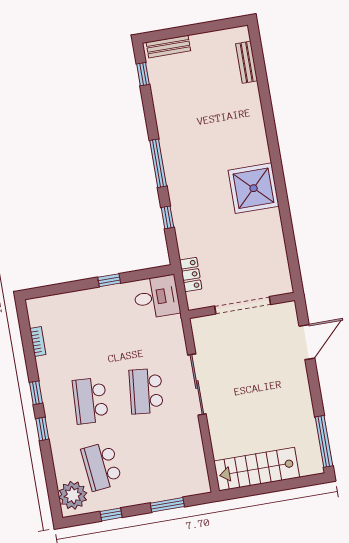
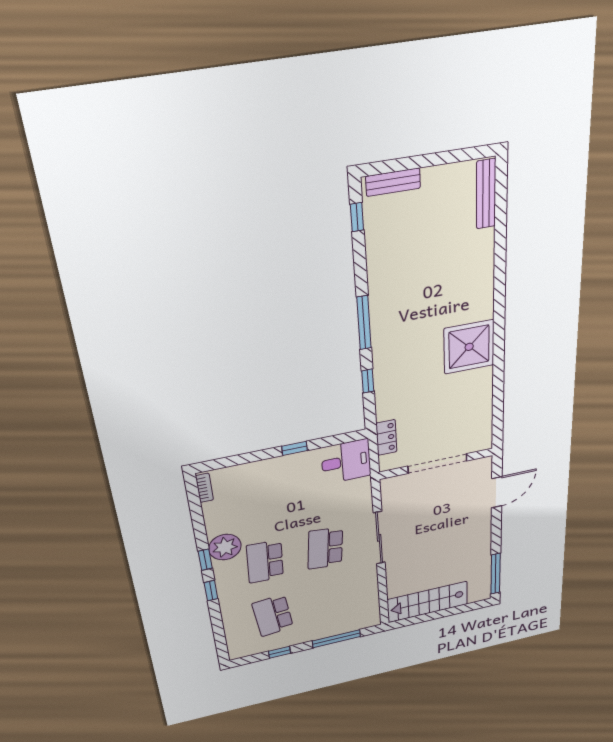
bench: (247, 62) -> (486, 194), width x1.36
bookcase: (38, 341) -> (204, 488), moved
plant: (73, 495) -> (225, 547), moved
window: (167, 505) -> (336, 639), width x1.44

